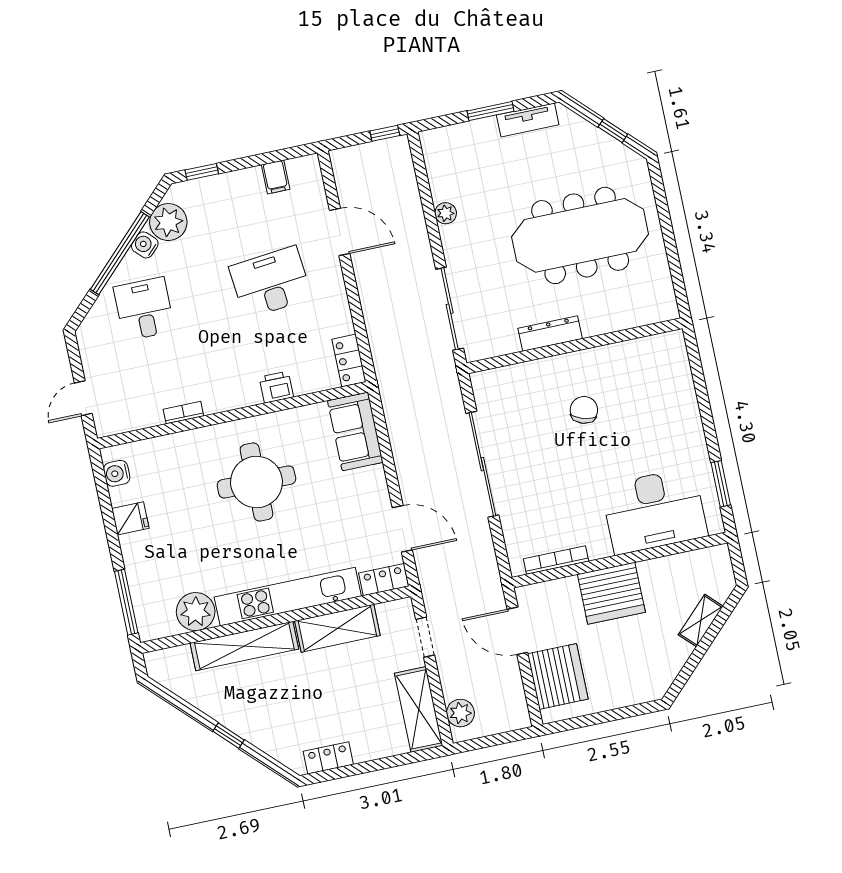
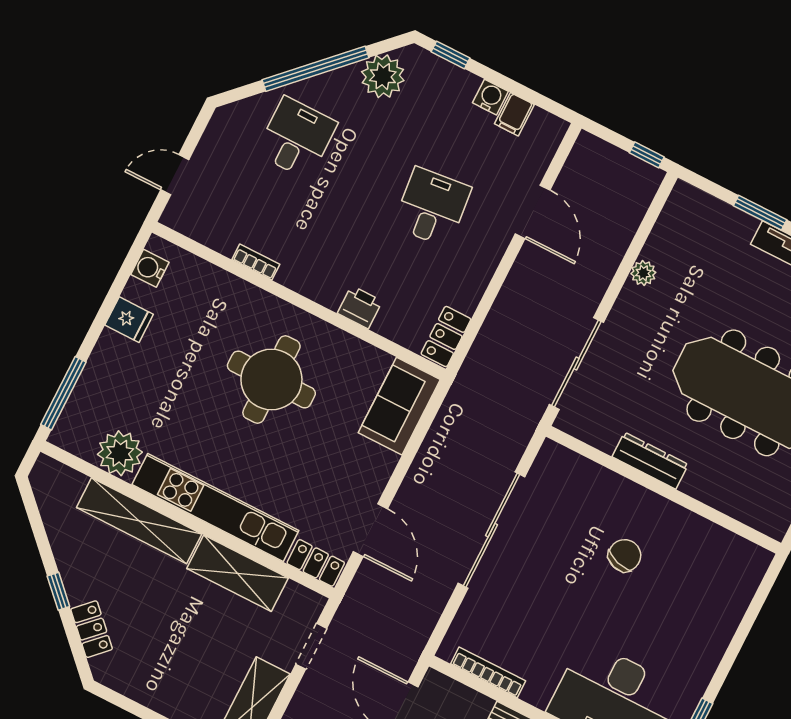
water cooler: (145, 245) -> (490, 97), moved, turned 45
desk: (271, 282) -> (432, 207), width x0.73
locker: (328, 758) -> (92, 629), moved, turned 45

